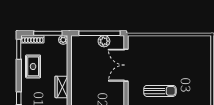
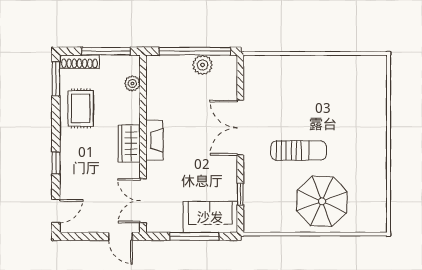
plant: (63, 40) -> (132, 84), moved
double door: (126, 65) -> (240, 128), moved
fireplace: (76, 85) -> (154, 140), added

